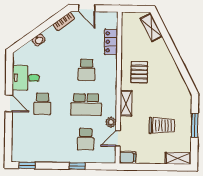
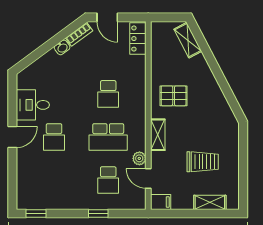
washbasin: (39, 40) -> (62, 47), moved
locker: (111, 42) -> (138, 39), moved
pallet: (139, 72) -> (174, 96), turned 90
door: (9, 103) -> (12, 137), hinge flipped
window: (195, 125) -> (243, 161), removed
door: (118, 138) -> (148, 179), hinge flipped
shelving: (178, 158) -> (210, 202), moved

